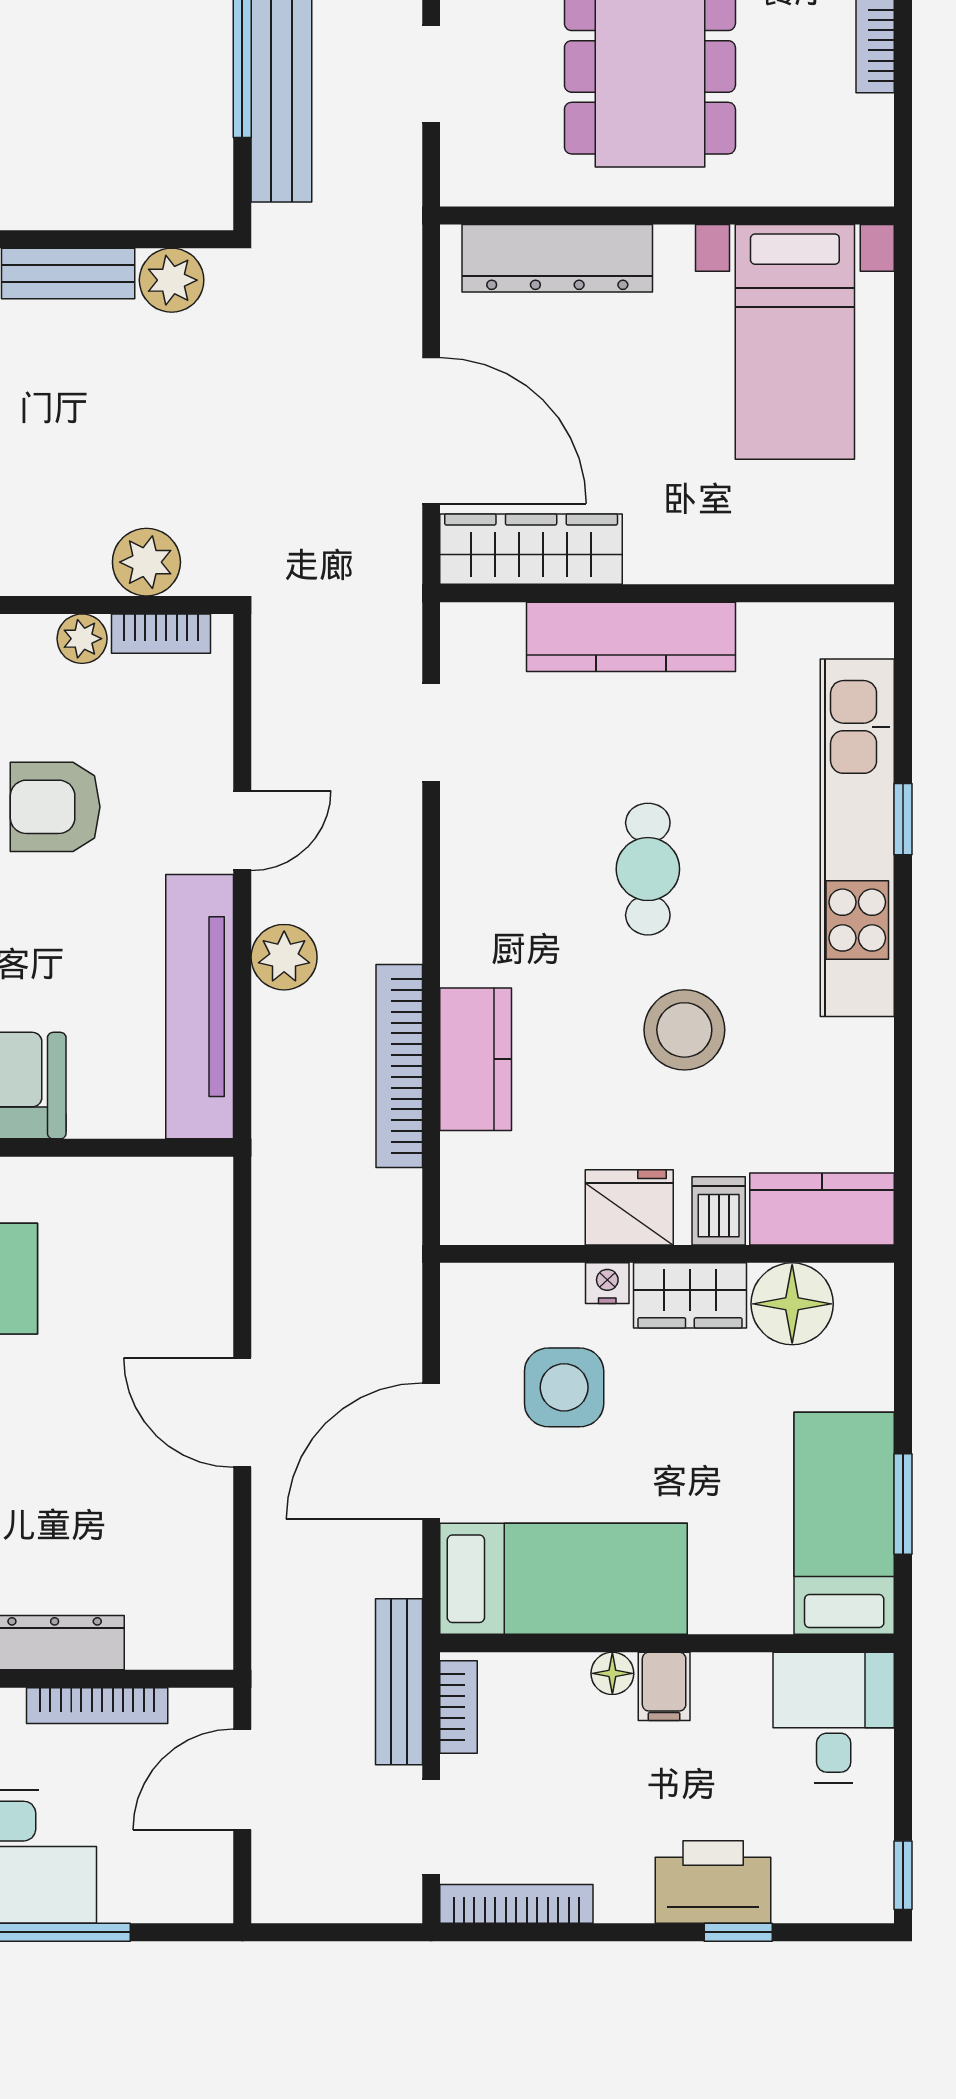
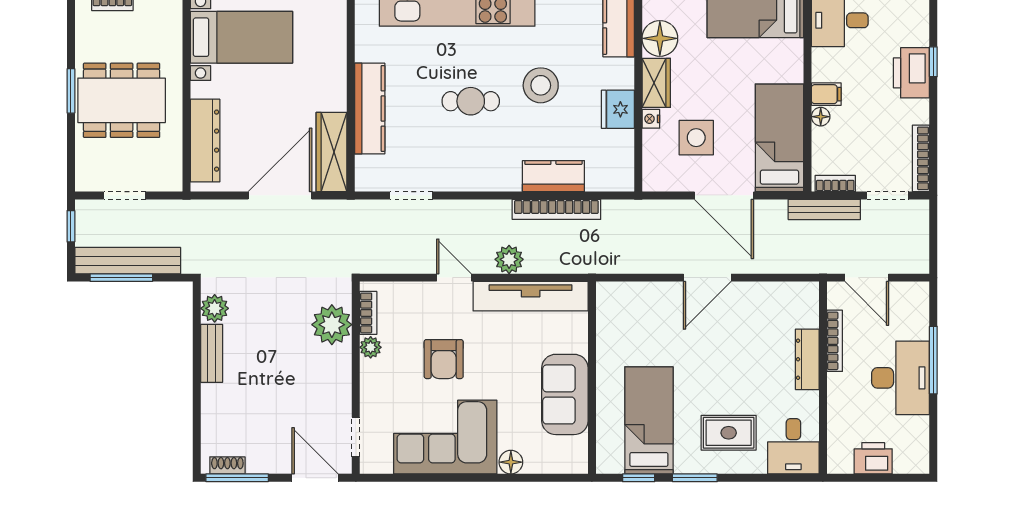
plant: (146, 562) -> (332, 325), width x1.36, depth x1.36
dishwasher: (719, 1211) -> (619, 70), removed

